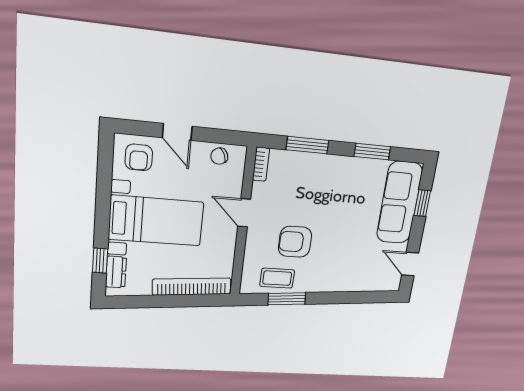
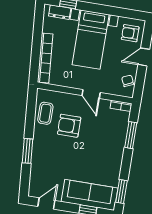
window: (372, 152) -> (121, 191), moved
door: (244, 213) -> (91, 94), swing flipped
armchair: (295, 242) -> (69, 126), turned -90
window: (287, 299) -> (27, 151), moved

